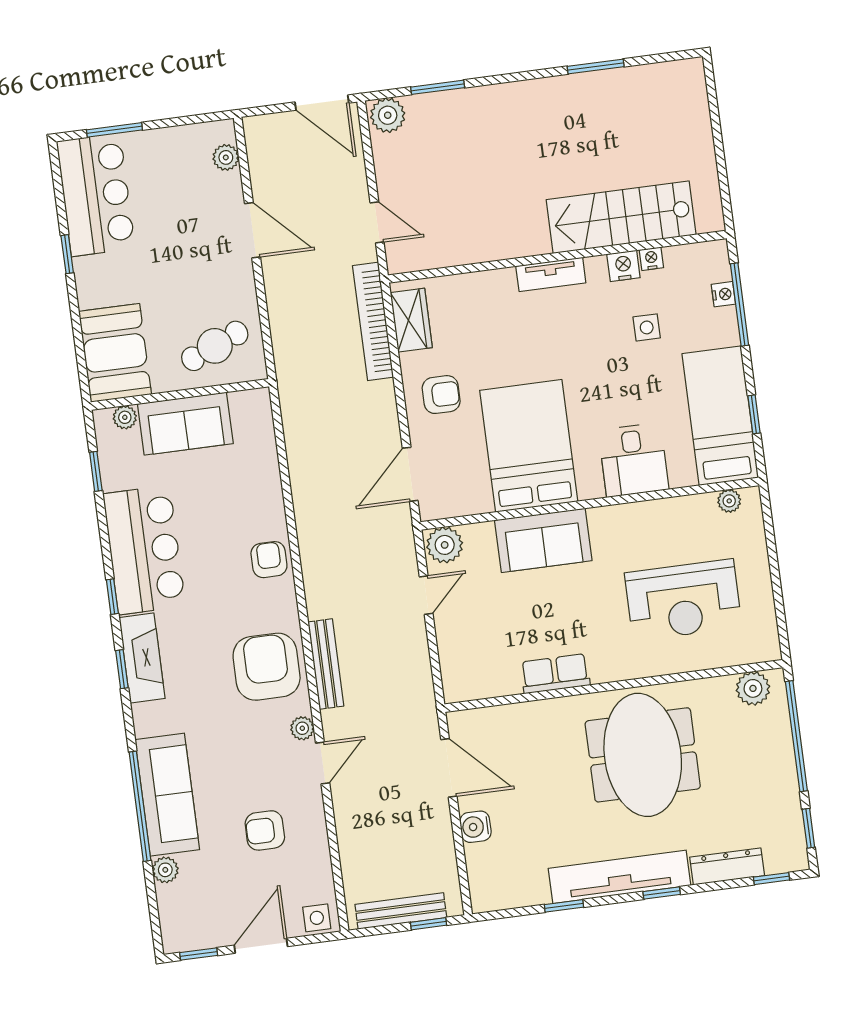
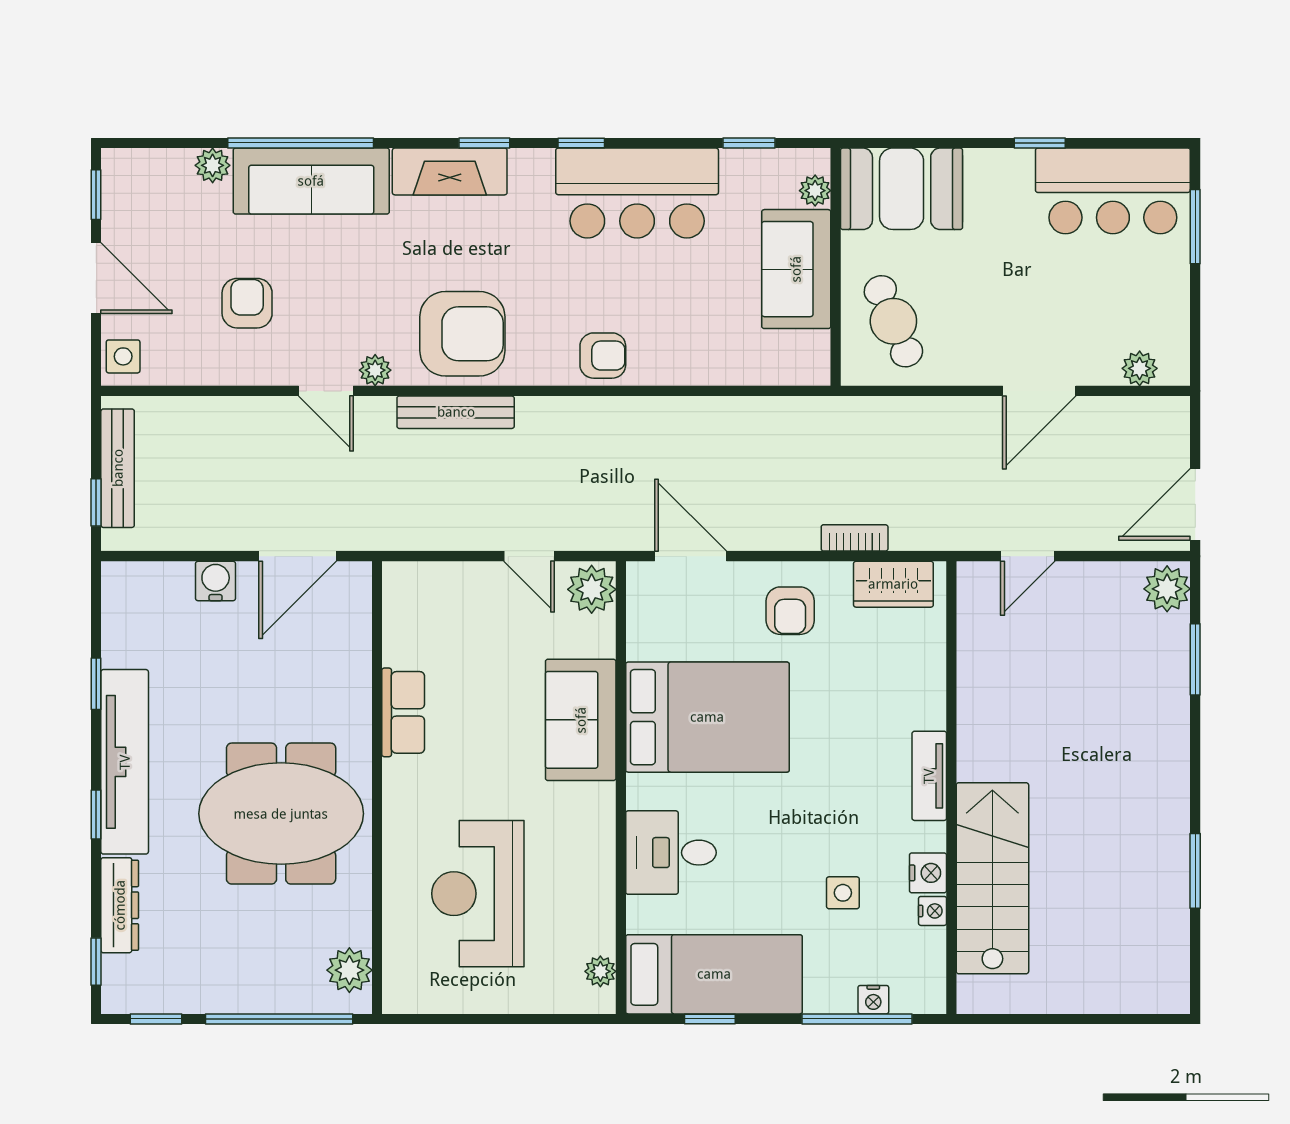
bookcase: (373, 321) -> (855, 538), width x0.43, depth x0.76
fireplace: (142, 658) -> (450, 171), moved

